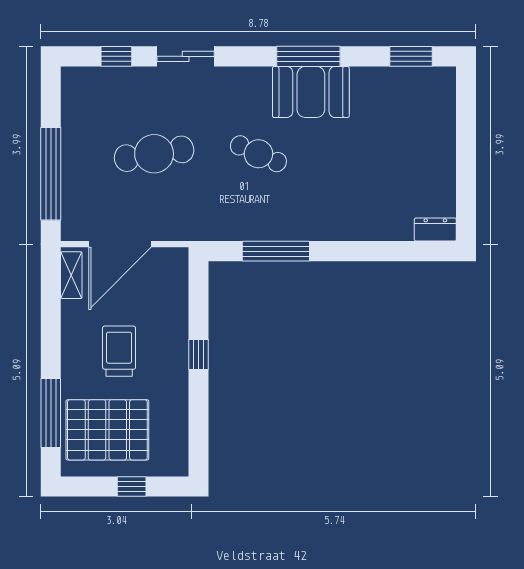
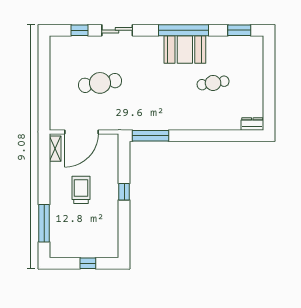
window: (308, 56) -> (184, 30), width x1.46
cafe table: (258, 154) -> (213, 83), moved, turned -33
window: (51, 174) -> (44, 94), removed
window: (276, 251) -> (151, 136), moved
pallet: (107, 430) -> (75, 232), removed

